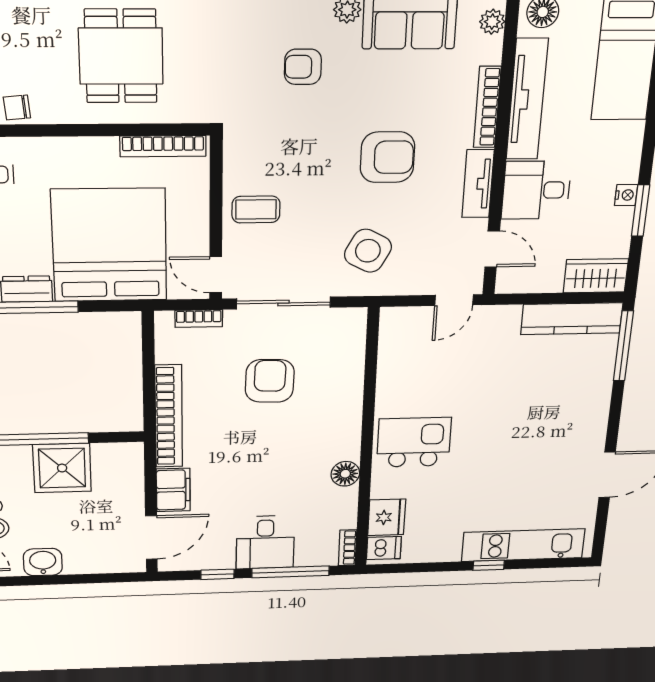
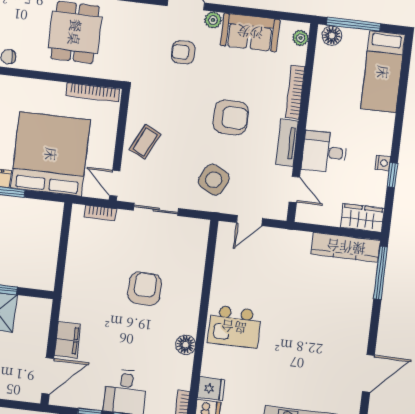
tv unit: (527, 99) -> (320, 90), removed
coffee table: (256, 209) -> (145, 142), turned -64
window: (641, 211) -> (392, 175), width x0.67
door: (454, 300) -> (249, 221), moved
sliding door: (283, 303) -> (156, 209), width x0.73
armchair: (270, 381) -> (145, 289), moved
bookcase: (169, 416) -> (72, 282), removed
kitchen island: (414, 442) -> (234, 327), turned 180
fridge: (387, 517) -> (211, 389), width x0.72

